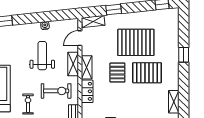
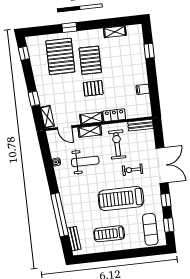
pallet: (136, 42) -> (60, 56), moved
weight bench: (42, 56) -> (85, 161), turned 180

